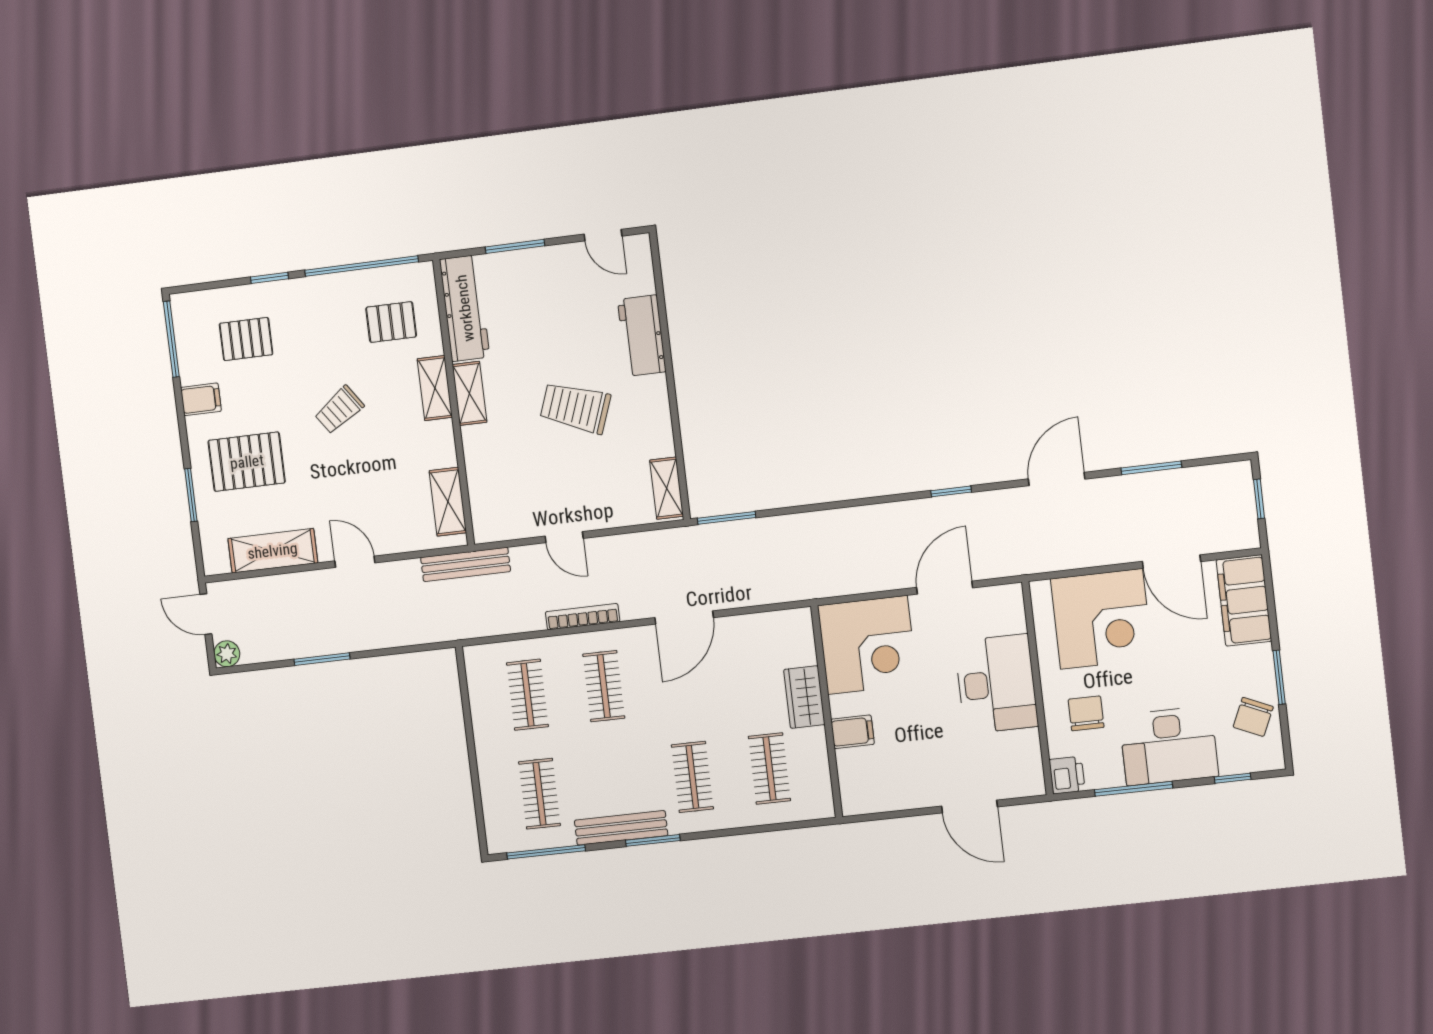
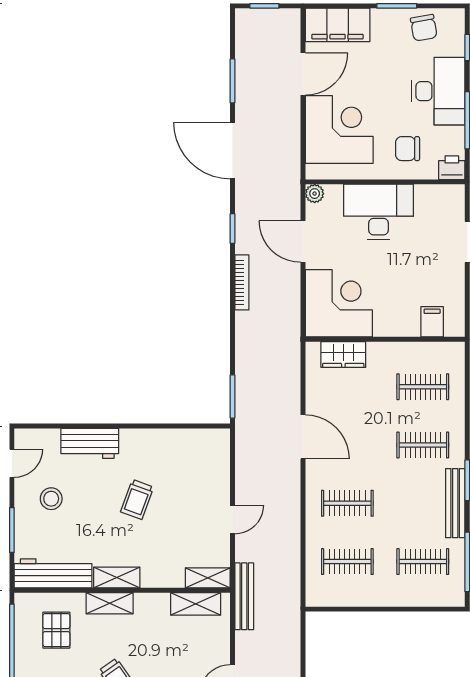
stool: (562, 293) -> (51, 499), added
trolley: (575, 408) -> (137, 499), width x0.73, depth x0.72
door: (1057, 479) -> (233, 151), width x1.36
shelving: (667, 488) -> (208, 578), moved
plant: (1011, 596) -> (315, 194), added
bookcase: (583, 617) -> (242, 282), moved, turned 180
wardrobe: (804, 697) -> (343, 354), moved
chair: (1253, 717) -> (424, 28), turned 56
filing cabinet: (853, 732) -> (432, 322), moved

